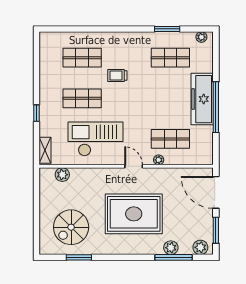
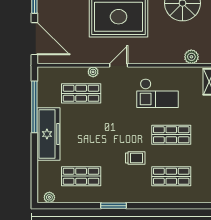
window: (167, 29) -> (114, 206), moved
window: (216, 107) -> (34, 107), moved
checkout: (95, 139) -> (158, 93), width x0.73, depth x0.83
door: (134, 166) -> (119, 65), swing flipped

